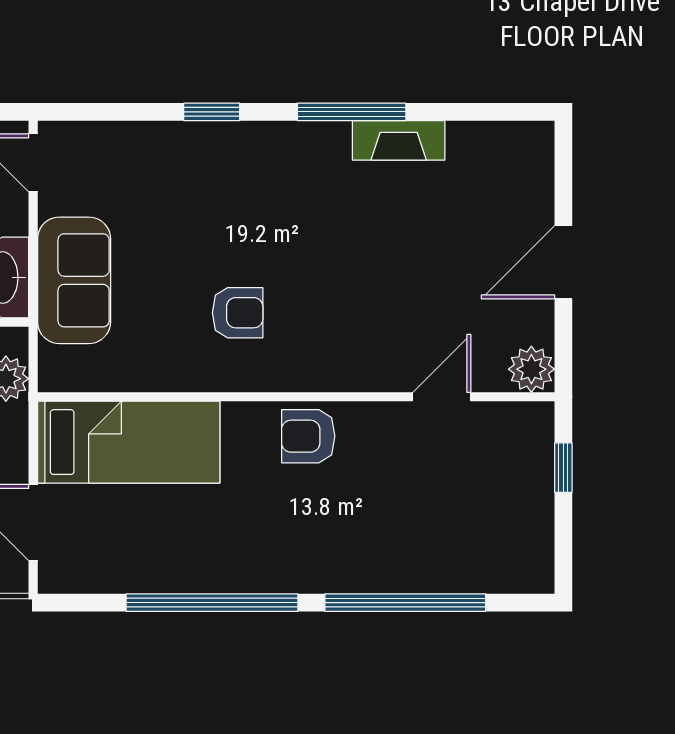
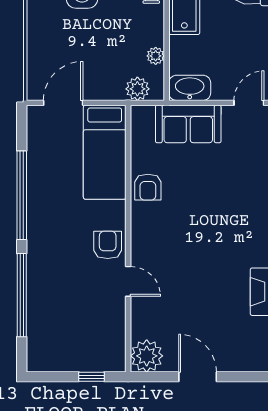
armchair: (238, 313) -> (148, 187), moved
plant: (531, 369) -> (147, 356), width x1.36, depth x1.36
door: (442, 397) -> (128, 281), moved

